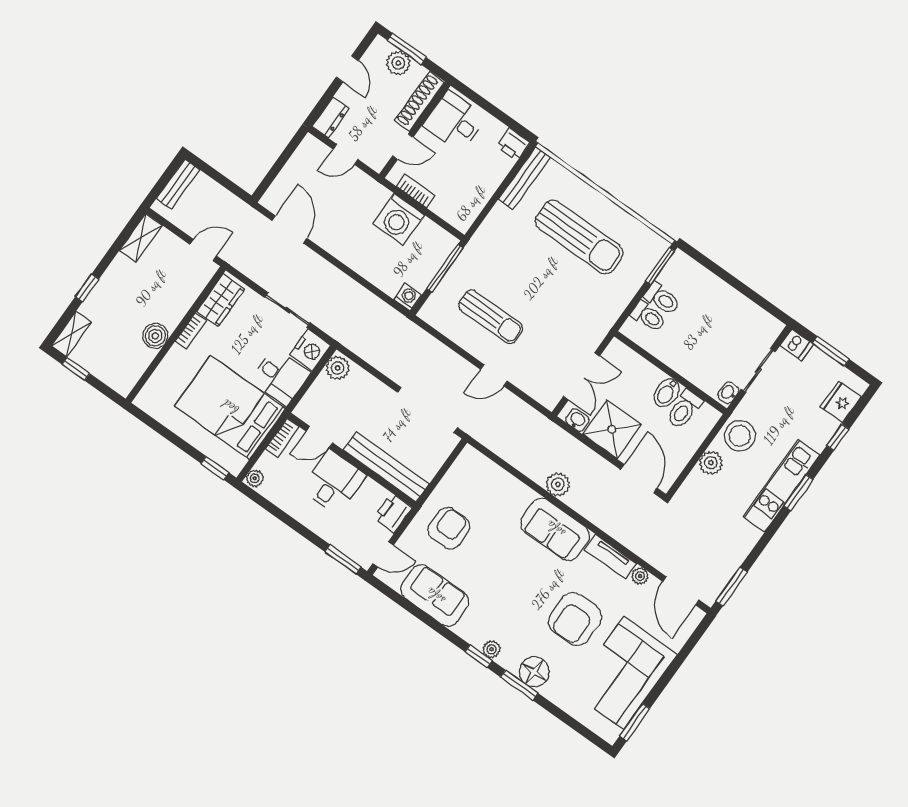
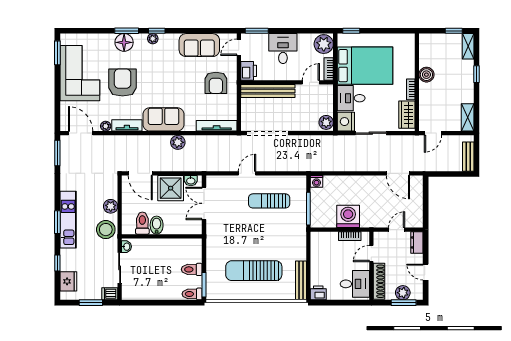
toilet: (649, 316) -> (192, 294), moved
tv unit: (489, 469) -> (217, 126), added
plant: (255, 478) -> (324, 44), width x1.87, depth x1.87
desk: (334, 482) -> (283, 49), moved, turned 180

